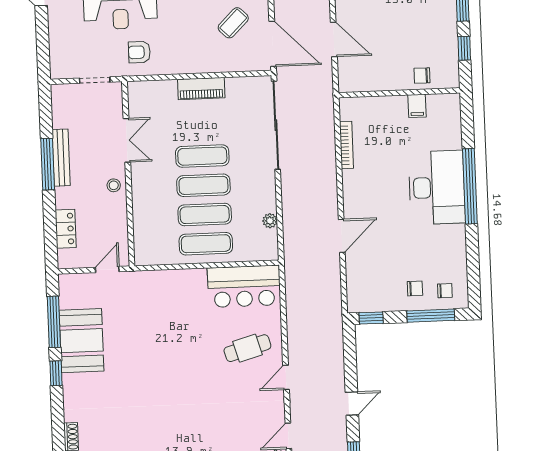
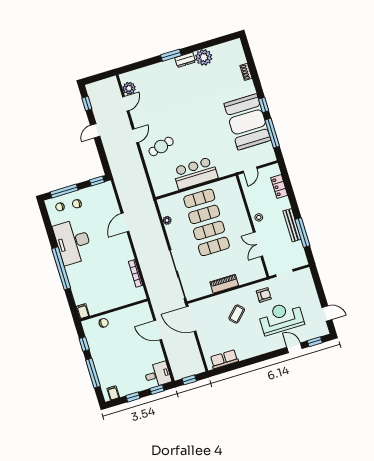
coffee table: (233, 23) -> (237, 314), moved
filing cabinet: (417, 106) -> (83, 311), moved
window: (48, 164) -> (302, 233), moved
desk: (437, 187) -> (73, 242), moved
bar counter: (244, 286) -> (195, 173), moved
booth: (82, 341) -> (247, 122), width x1.36, depth x1.42

